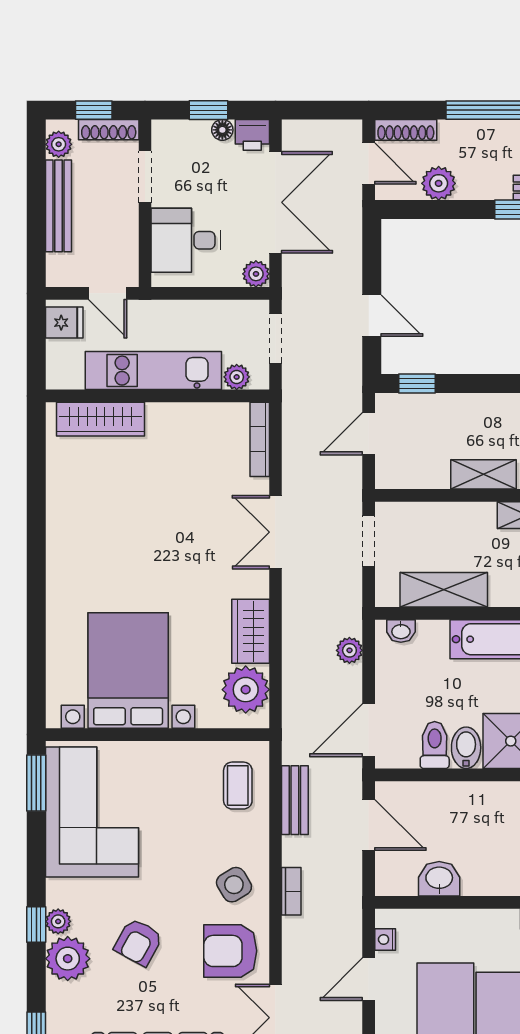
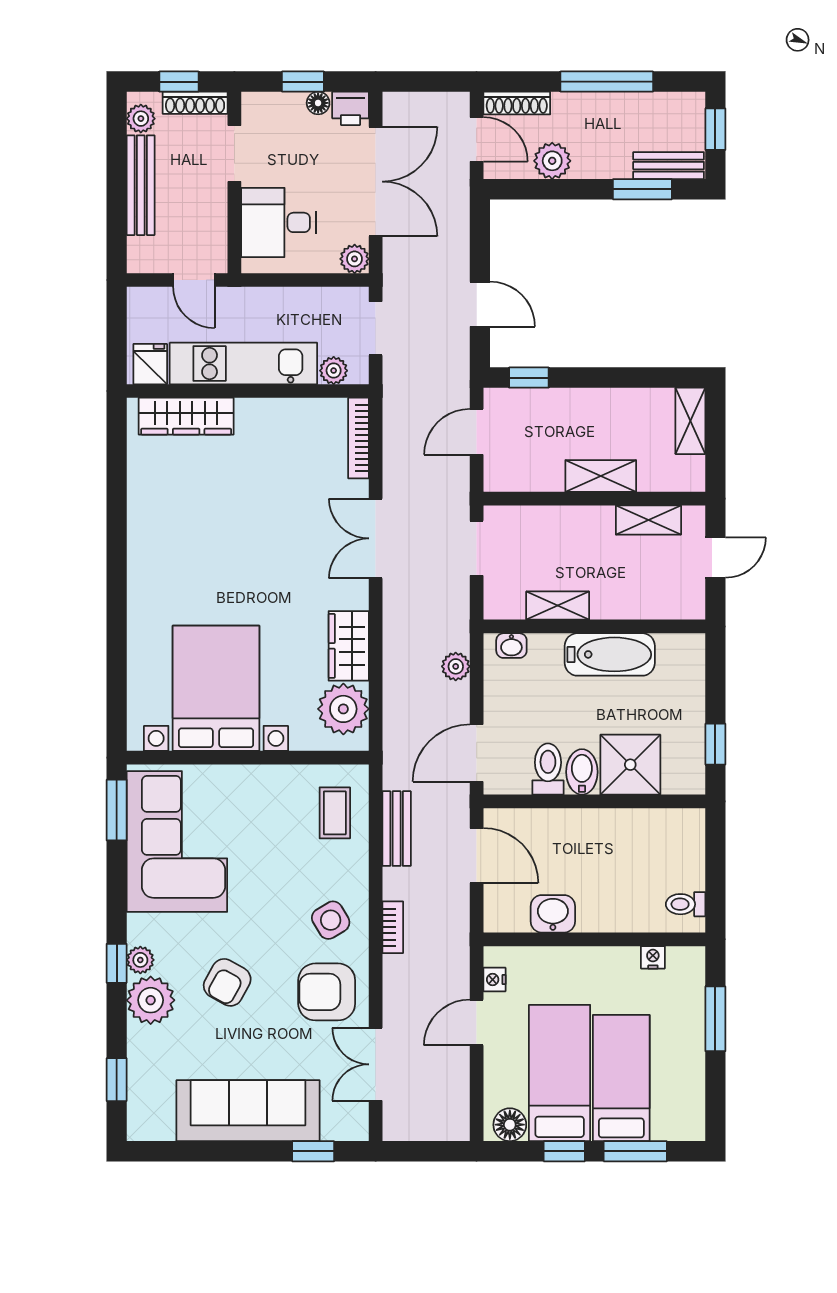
fridge: (64, 323) -> (150, 364), moved, turned -90
shelving: (444, 590) -> (558, 606), width x0.67, depth x0.75

